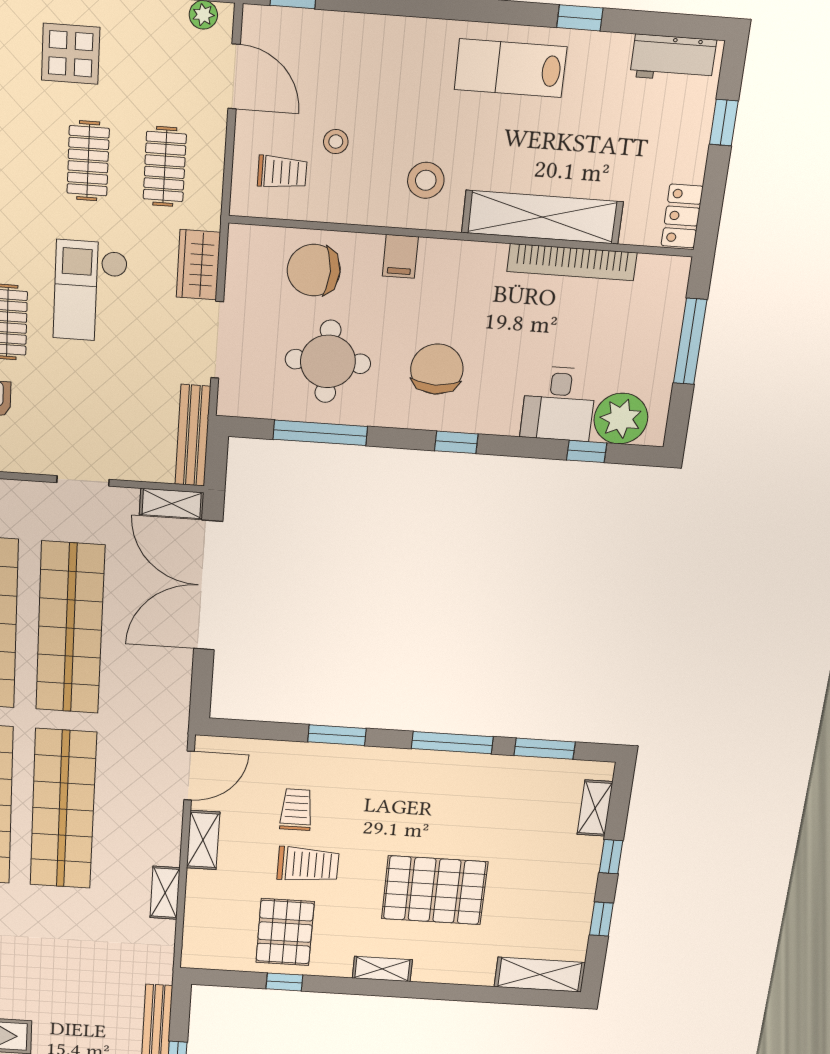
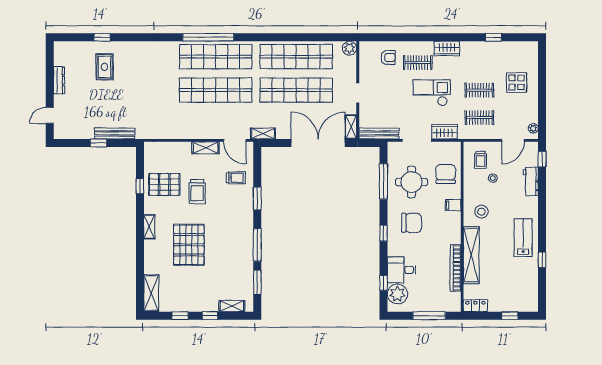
workbench: (673, 58) -> (531, 181), moved
trolley: (296, 810) -> (236, 178), moved
shelving: (165, 893) -> (263, 134), moved

